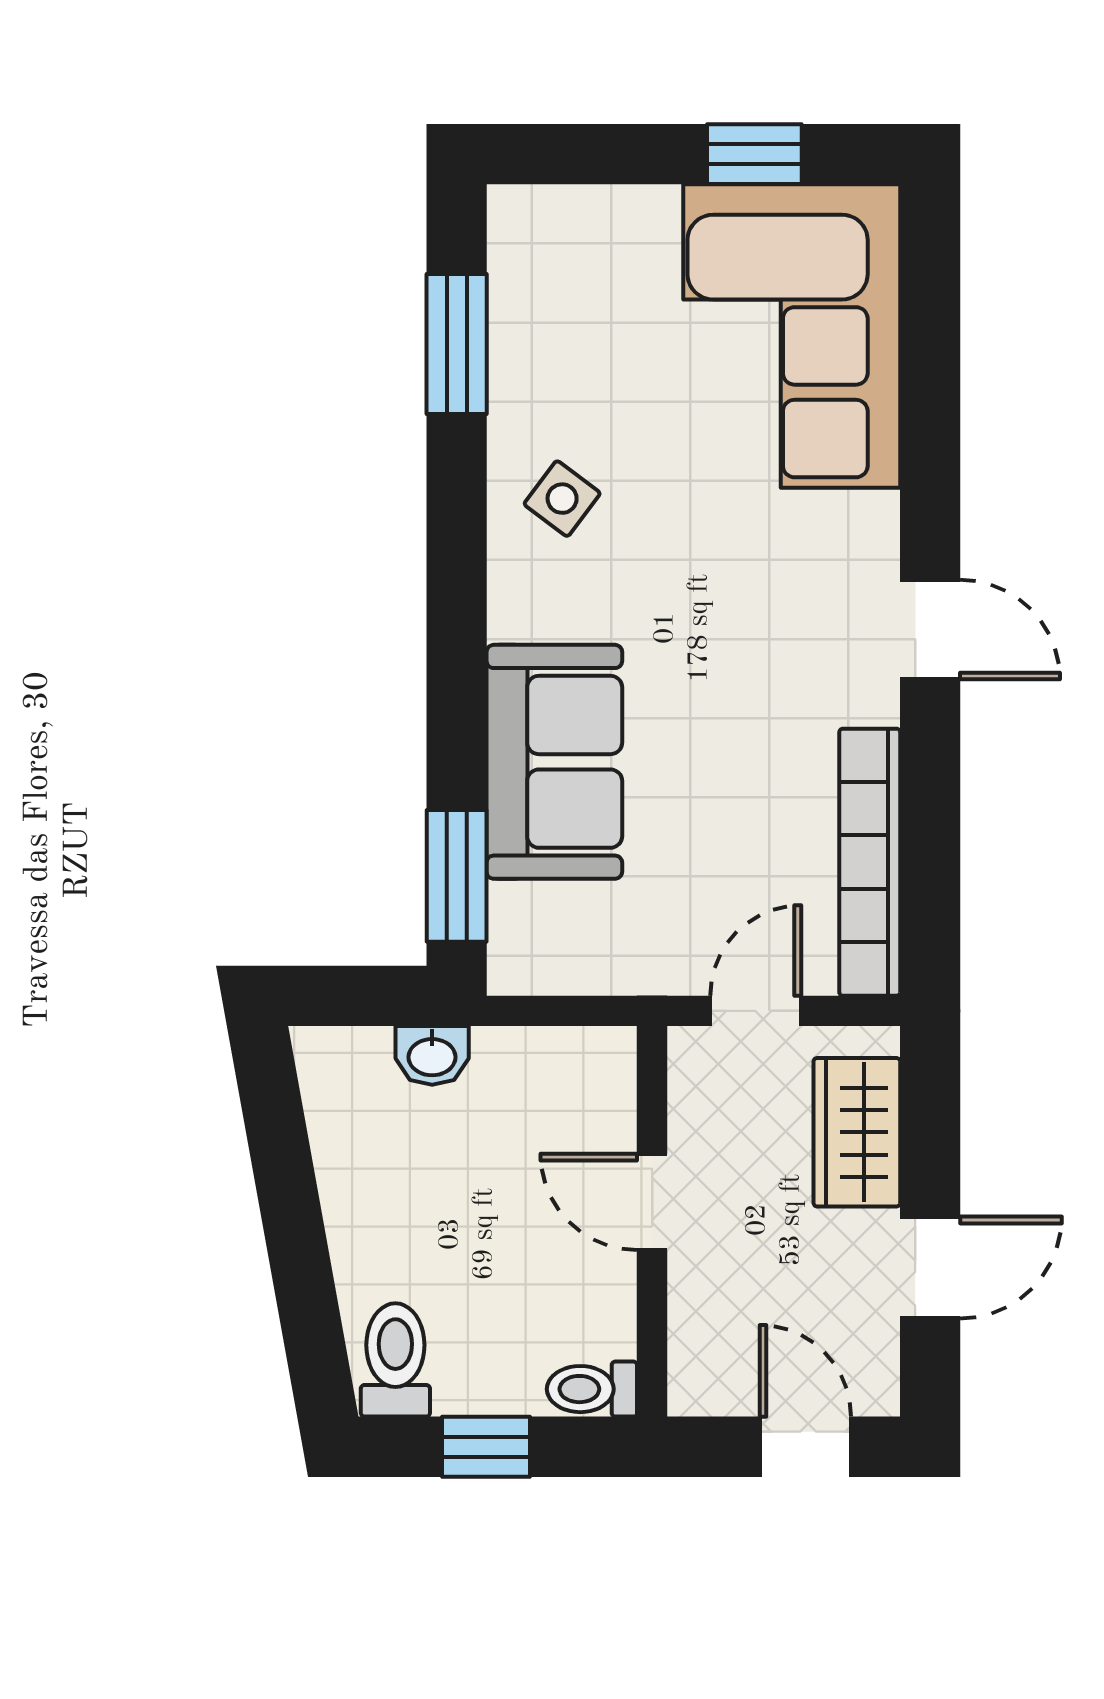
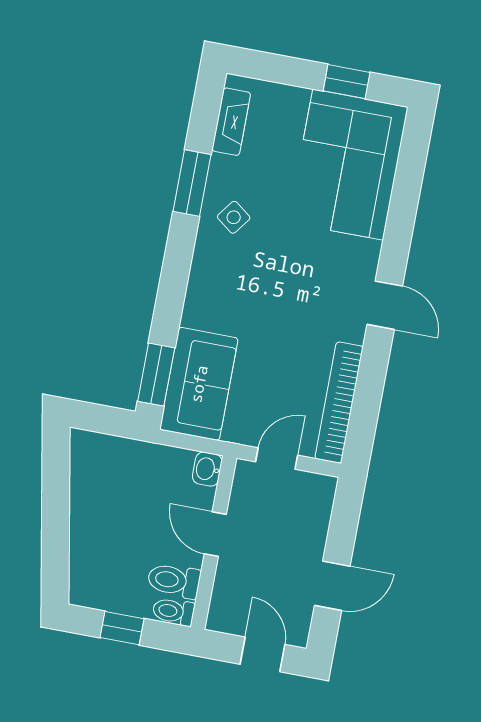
fireplace: (518, 290) -> (231, 122), added
window: (457, 344) -> (192, 183), moved
sofa: (554, 762) -> (199, 384), moved
washbasin: (432, 1055) -> (207, 469), moved, turned 90
wardrobe: (857, 1132) -> (311, 520), removed
toilet: (395, 1360) -> (174, 581), moved, turned -90

